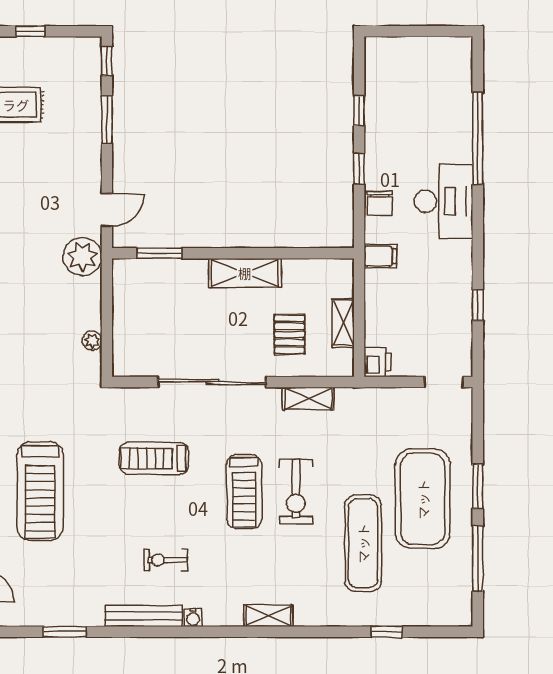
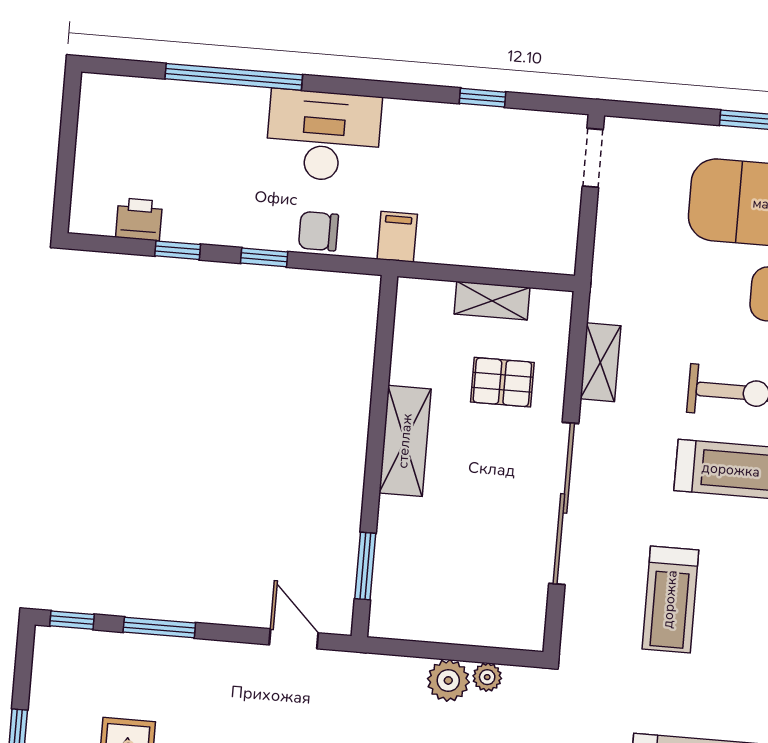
chair: (380, 203) -> (318, 231), turned 180
plant: (83, 257) -> (448, 680), moved, width x0.73, depth x0.73
printer: (378, 362) -> (139, 219), moved

